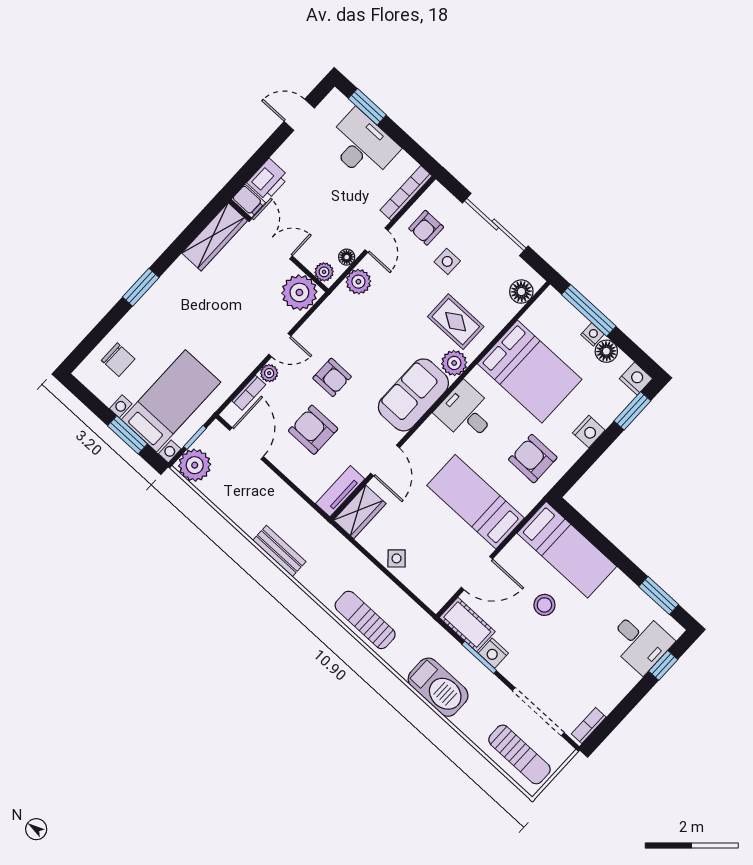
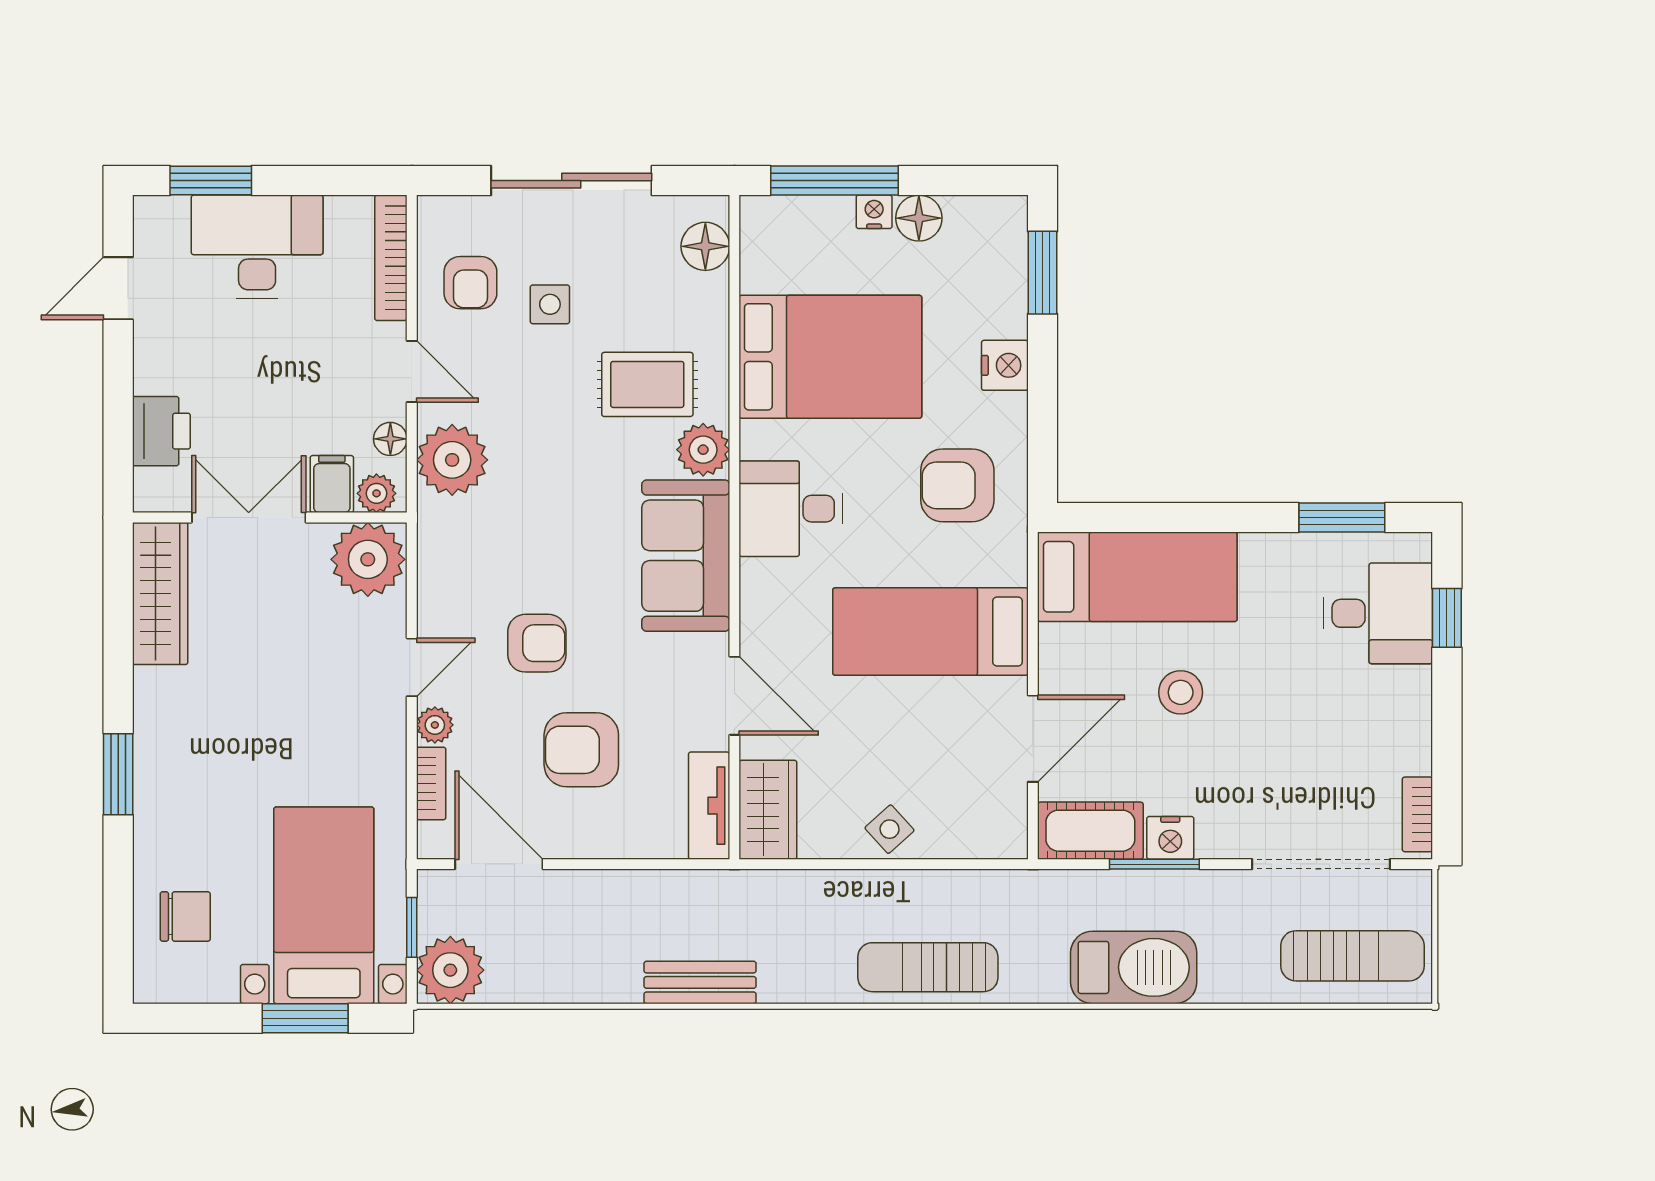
filing cabinet: (248, 201) -> (332, 484), moved, turned -90
plant: (358, 282) -> (452, 460), width x1.36, depth x1.36
nightstand: (636, 379) -> (1003, 218), removed

